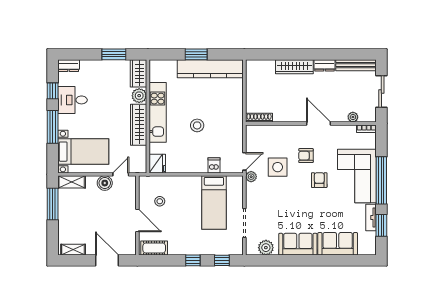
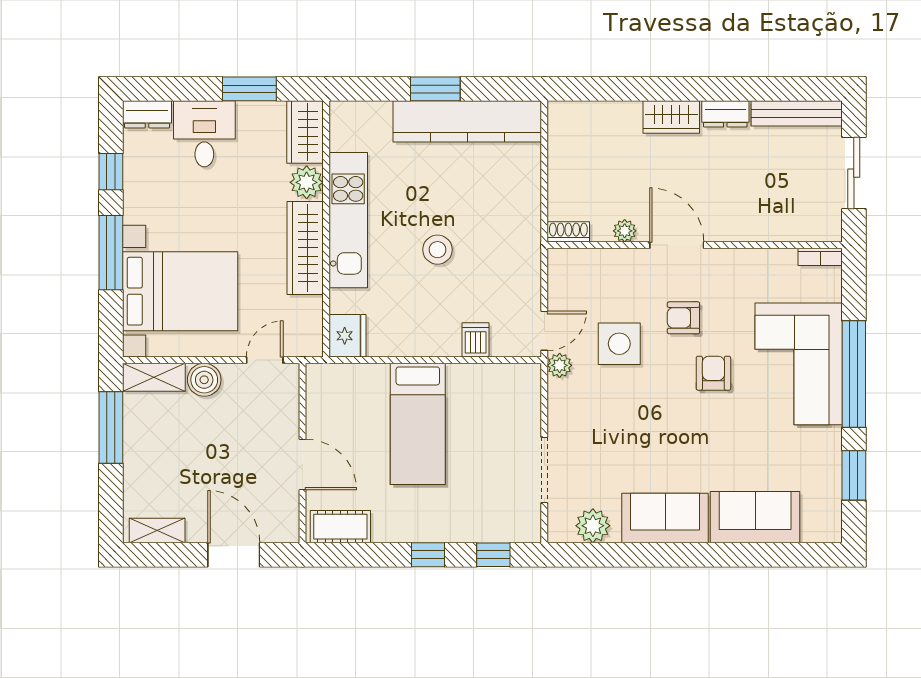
wardrobe: (294, 67) -> (671, 117), width x0.67
desk: (72, 100) -> (204, 134), moved, turned 90
plant: (353, 117) -> (625, 231), moved
shoe rack: (259, 118) -> (568, 232), width x0.70
door: (318, 123) -> (677, 245), moved
bed with nightstands: (83, 152) -> (180, 291), width x1.36
boiler: (105, 183) -> (204, 380), moved
stool: (160, 201) -> (353, 421), removed
bed: (214, 203) -> (418, 424), moved
tv unit: (371, 217) -> (830, 458), removed

